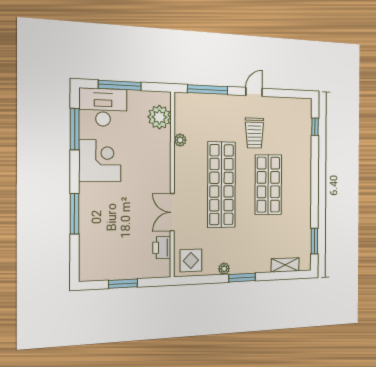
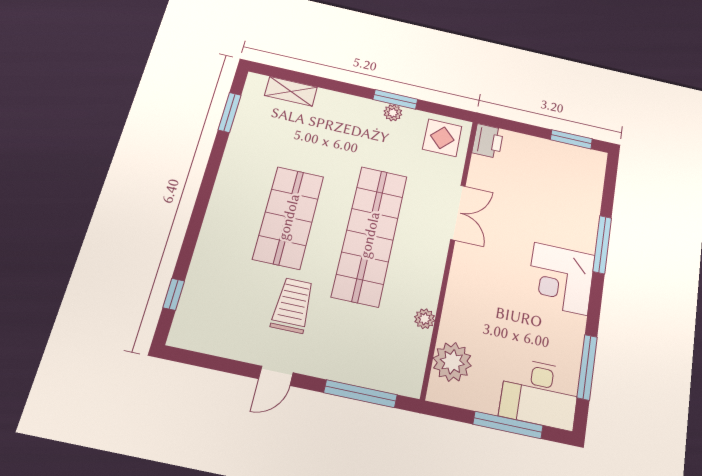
corner desk: (100, 161) -> (561, 279), moved
printer: (162, 248) -> (488, 141), moved
window: (242, 278) -> (395, 99), moved
window: (123, 284) -> (571, 139), moved

